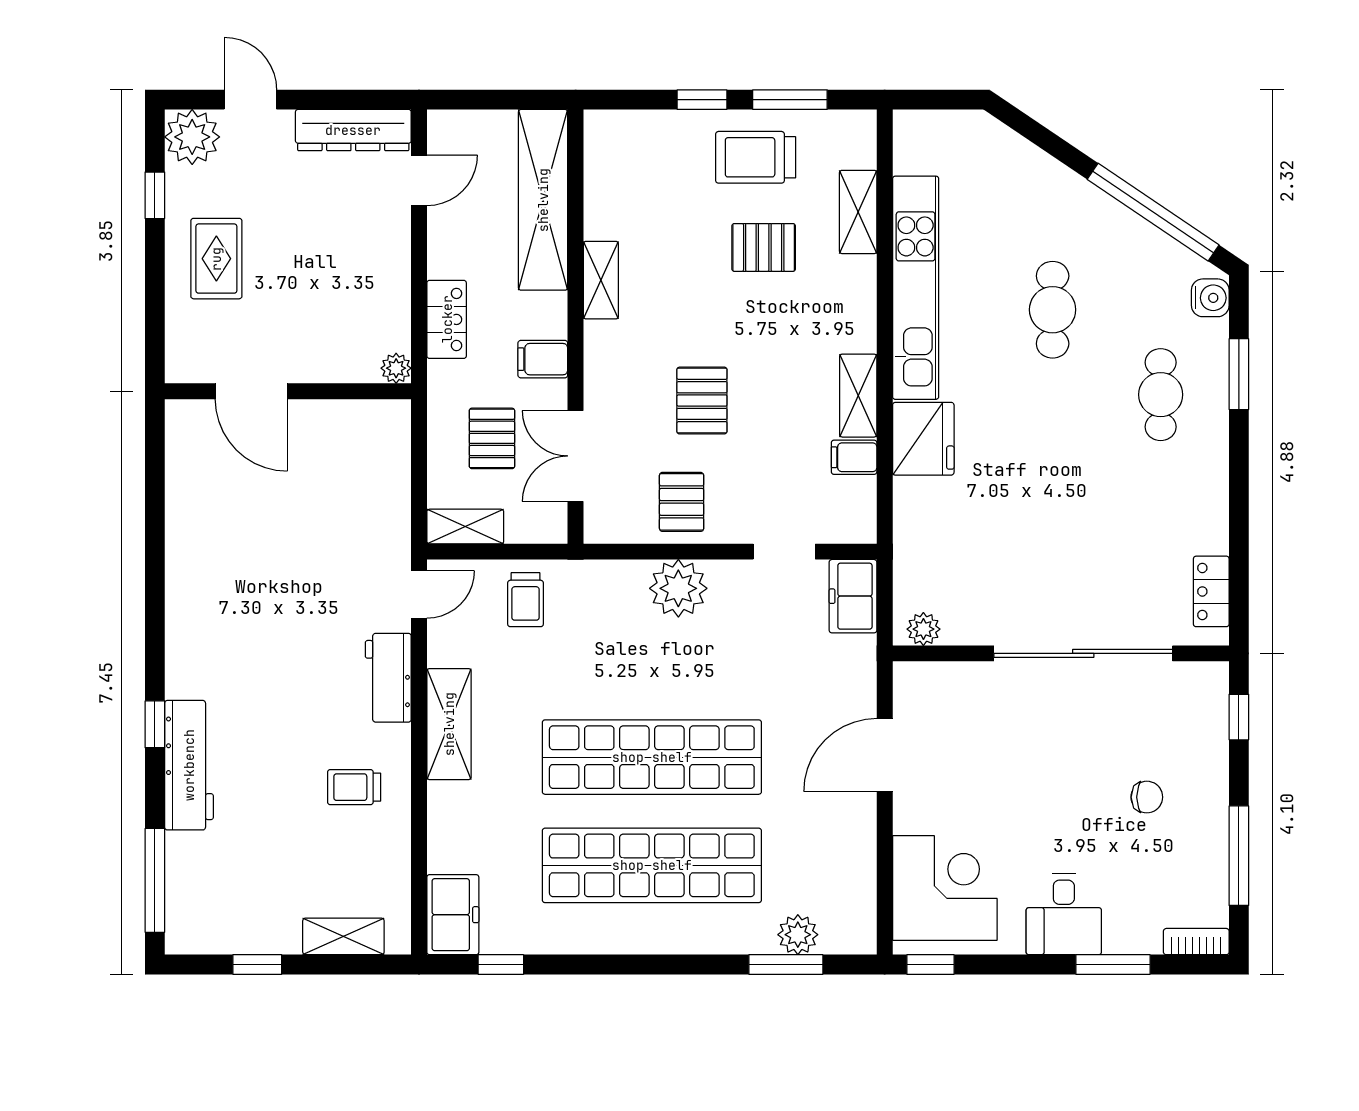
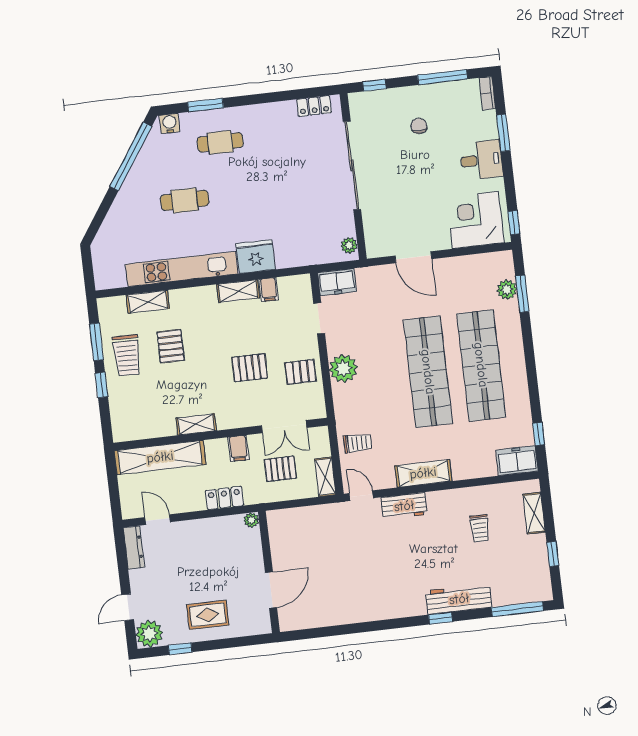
dresser: (353, 130) -> (134, 547), width x0.73, depth x0.80
trolley: (354, 787) -> (480, 528), moved

